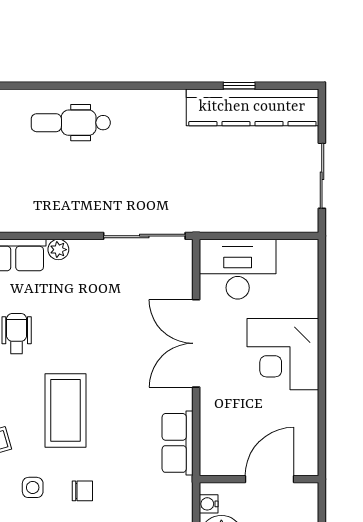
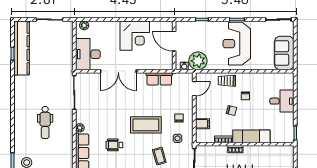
dental chair: (71, 123) -> (45, 122), moved
plant: (308, 260) -> (84, 25), added
corner desk: (283, 354) -> (135, 36), moved

